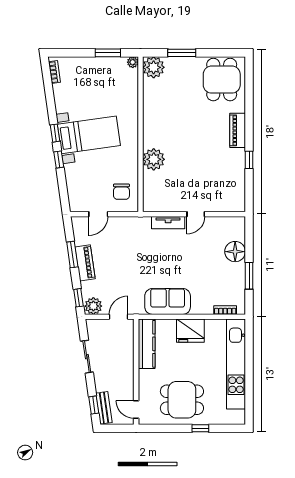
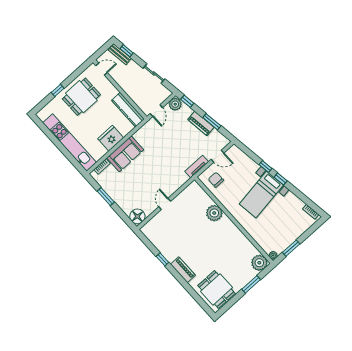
door: (98, 214) -> (218, 156), swing flipped
tv unit: (168, 223) -> (197, 167), moved
floor lamp: (235, 252) -> (137, 216), moved
sofa: (168, 301) -> (125, 154), moved

